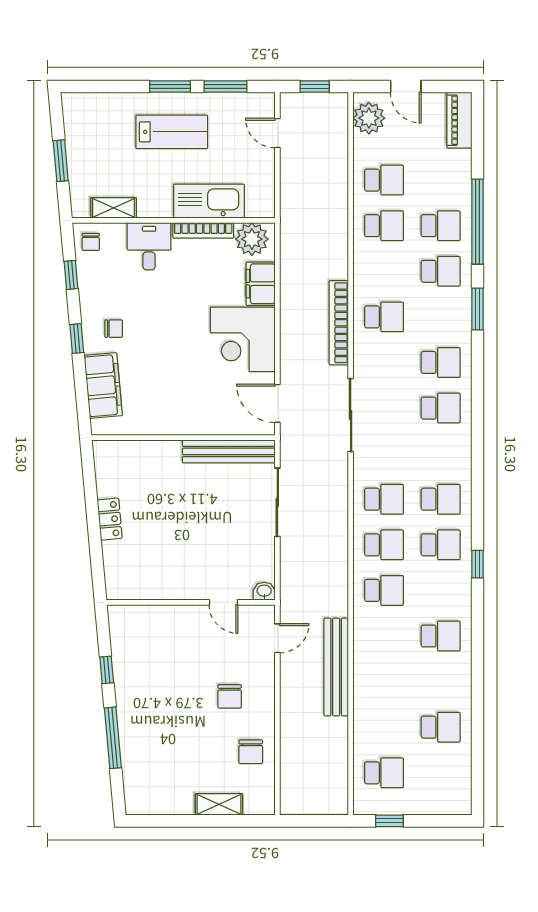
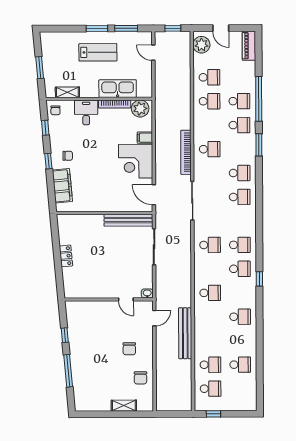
filing cabinet: (261, 284) -> (145, 138), width x0.50
school desk: (384, 545) -> (210, 365), moved

